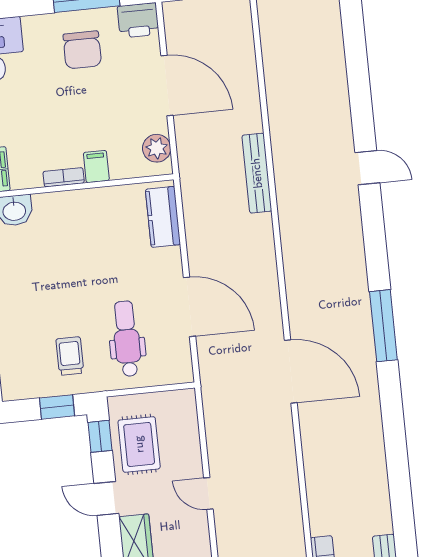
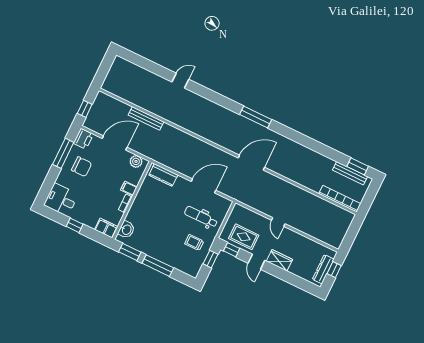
door: (367, 168) -> (180, 81), moved
bench: (257, 173) -> (146, 118), moved
door: (208, 493) -> (278, 222), hinge flipped
door: (106, 498) -> (256, 262), hinge flipped

